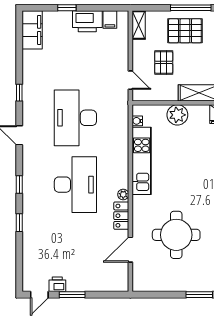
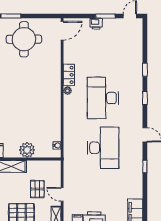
door: (130, 80) -> (62, 194), moved
kitchen unit: (142, 161) -> (54, 116), removed
round table: (176, 235) -> (24, 39), moved
door: (130, 250) -> (62, 31), moved
printer: (57, 284) -> (96, 24), moved

